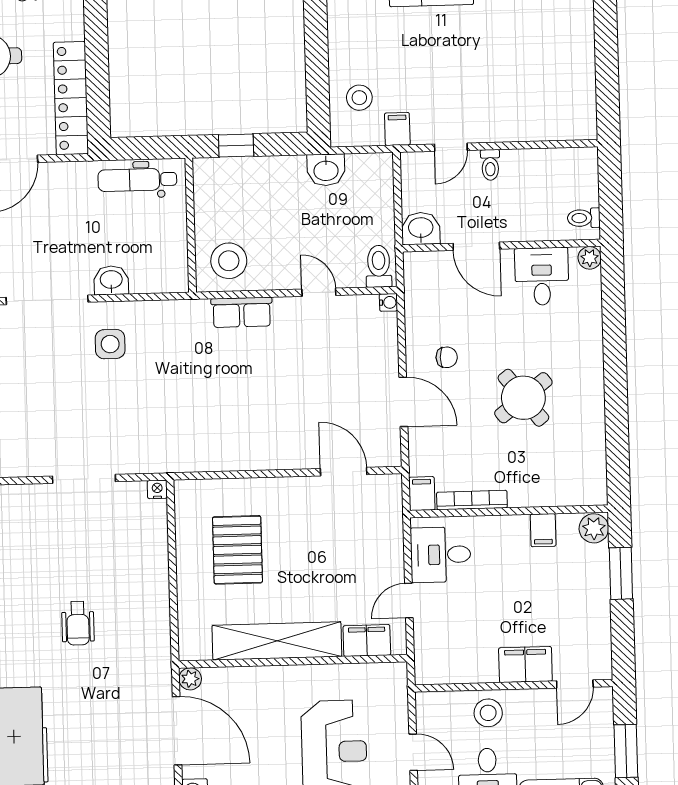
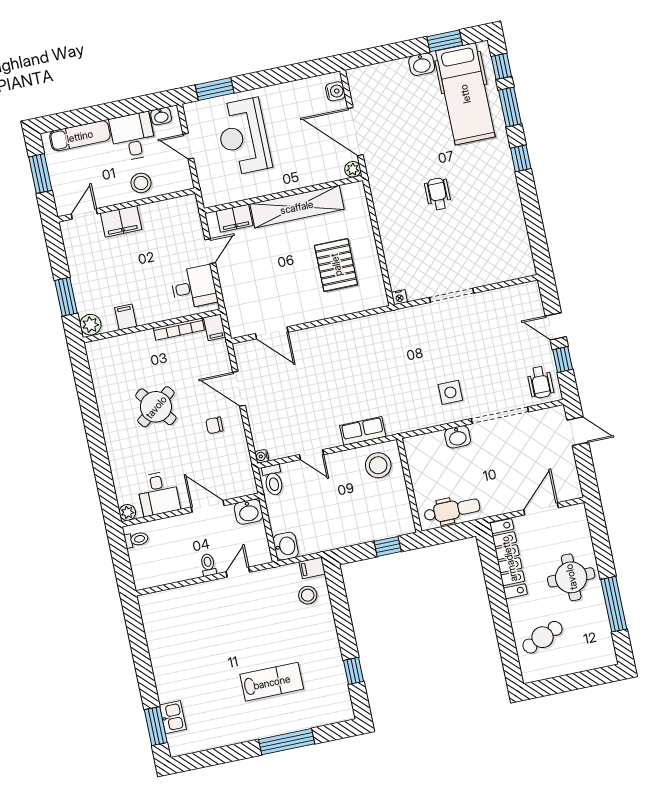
filing cabinet: (397, 129) -> (312, 568), moved, turned 90
washbasin: (326, 170) -> (286, 546), moved, turned 90

